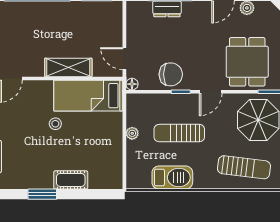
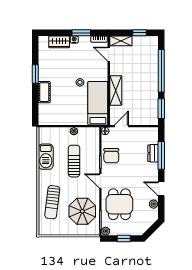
dining table: (247, 62) -> (119, 204), turned 90

